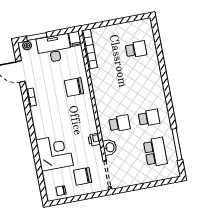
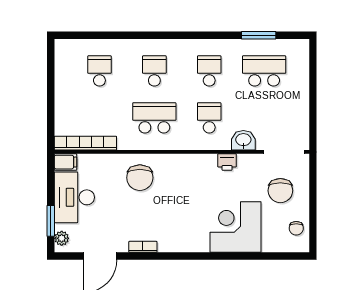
school desk: (142, 84) -> (154, 71), added
school desk: (113, 89) -> (154, 118), added
window: (177, 144) -> (259, 35), width x0.69

